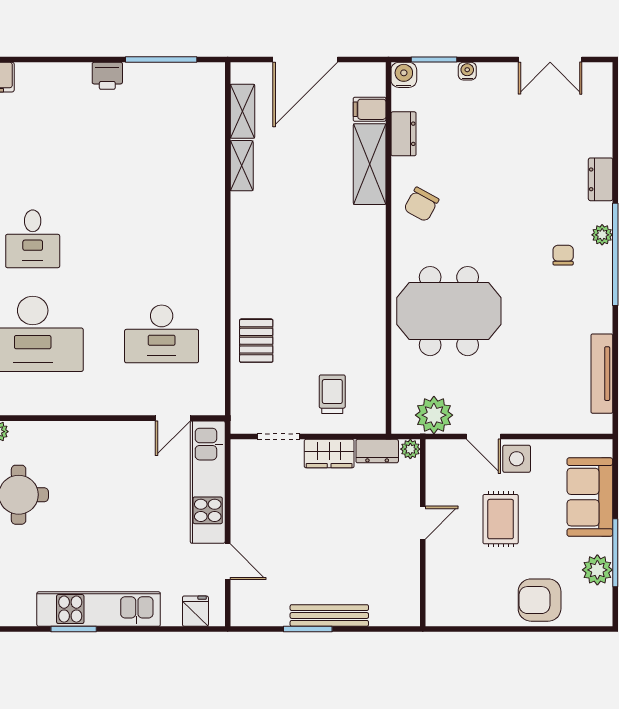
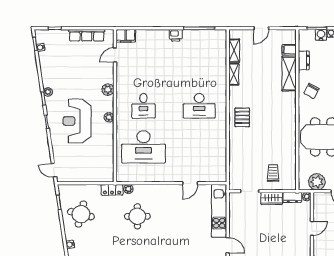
door: (305, 60) -> (261, 28), width x0.53
water cooler: (404, 75) -> (321, 35), moved
desk: (162, 334) -> (199, 106), moved
pallet: (256, 341) -> (242, 117), moved
door: (173, 418) -> (190, 183), moved

